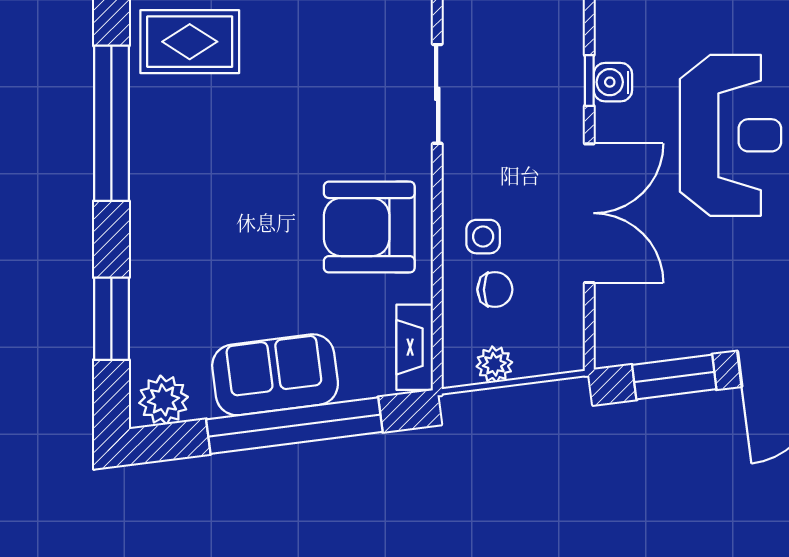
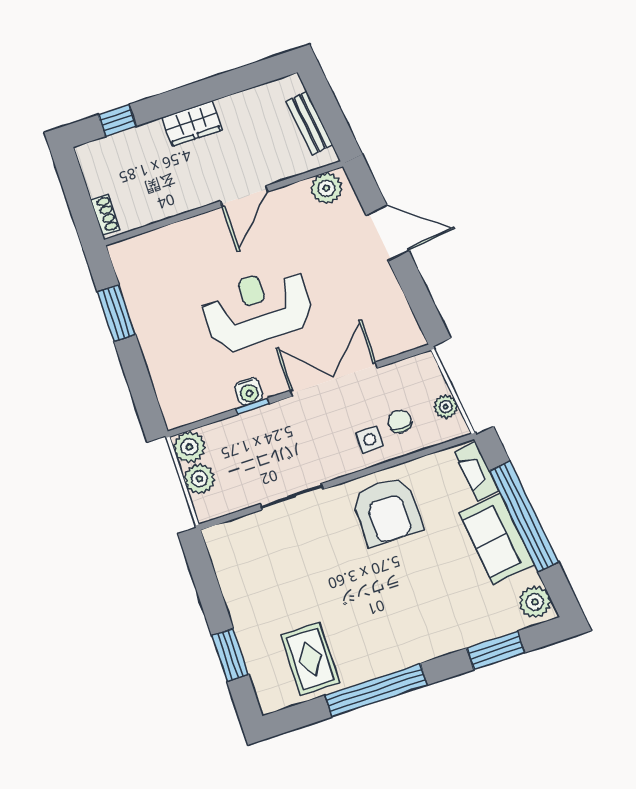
fireplace: (415, 347) -> (477, 471), moved, turned 83
window: (674, 377) -> (417, 294), removed

